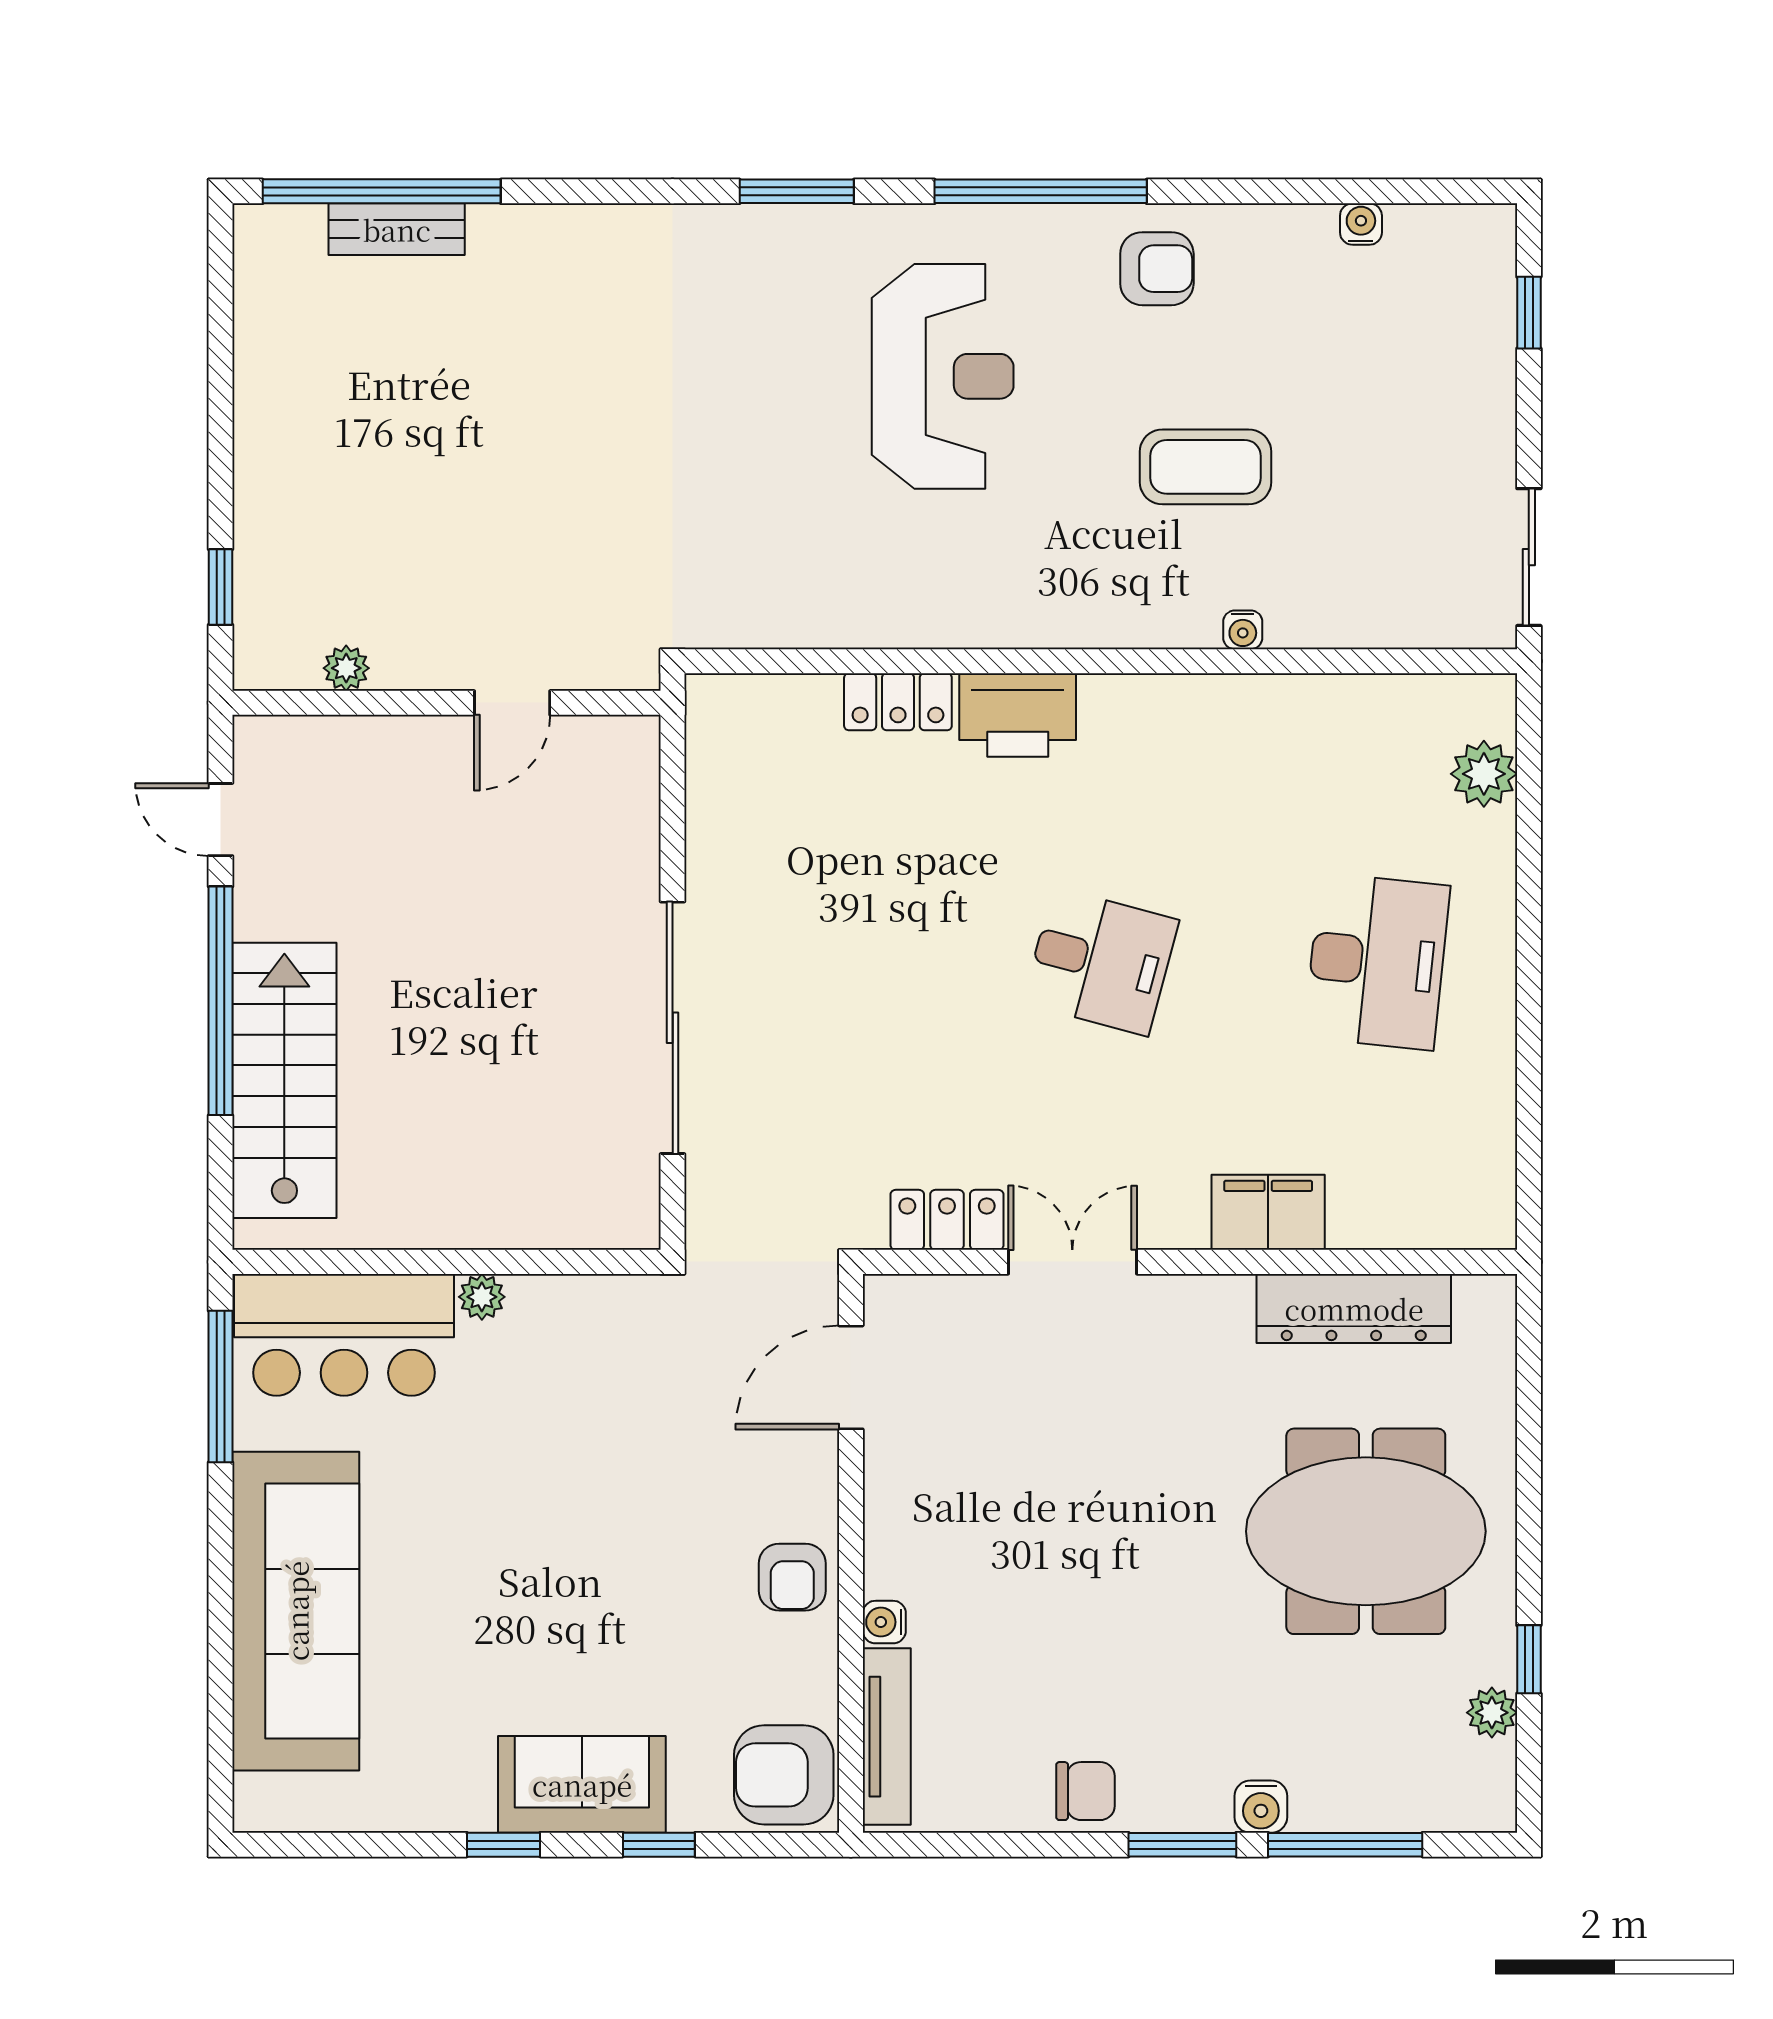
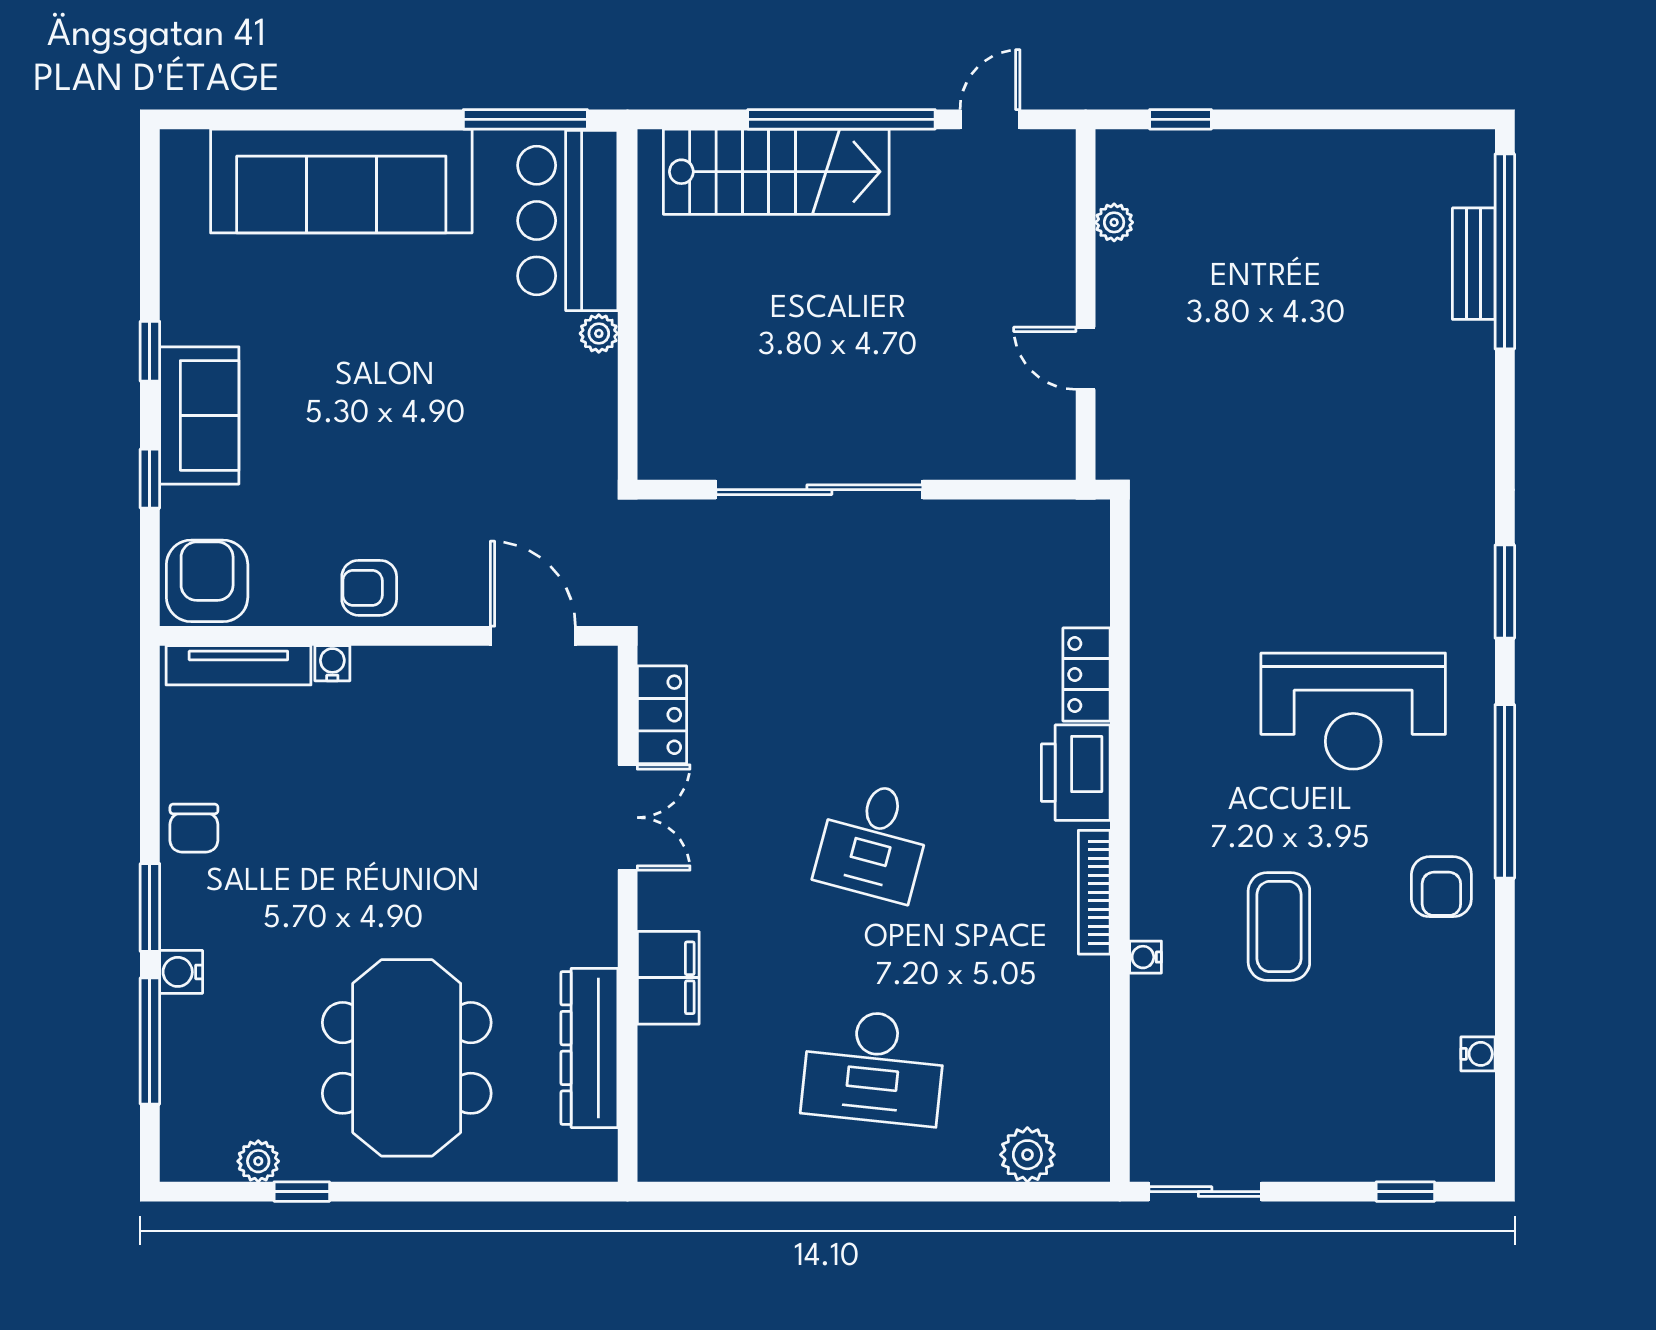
bookcase: (1164, 692) -> (1094, 892), added

